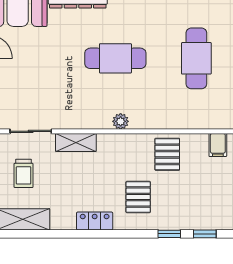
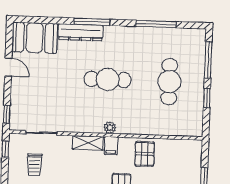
shelving: (76, 142) -> (88, 143), moved
filing cabinet: (218, 145) -> (111, 146), moved

